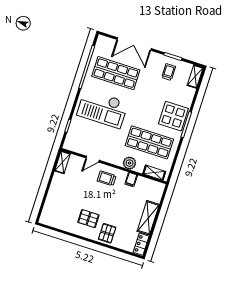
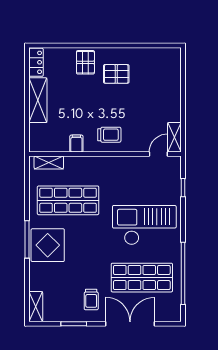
trolley: (169, 72) -> (91, 299), moved
door: (93, 159) -> (158, 154), moved
plant: (129, 163) -> (86, 165), removed

